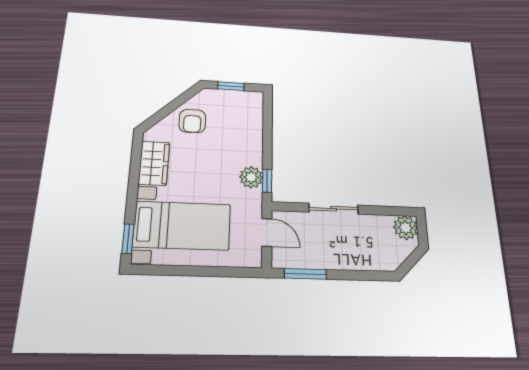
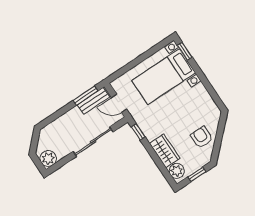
wardrobe: (154, 163) -> (165, 151), moved, turned 180
plant: (251, 177) -> (177, 171), moved
sliding door: (334, 209) -> (93, 142), width x1.37
bench: (299, 260) -> (93, 101), added

